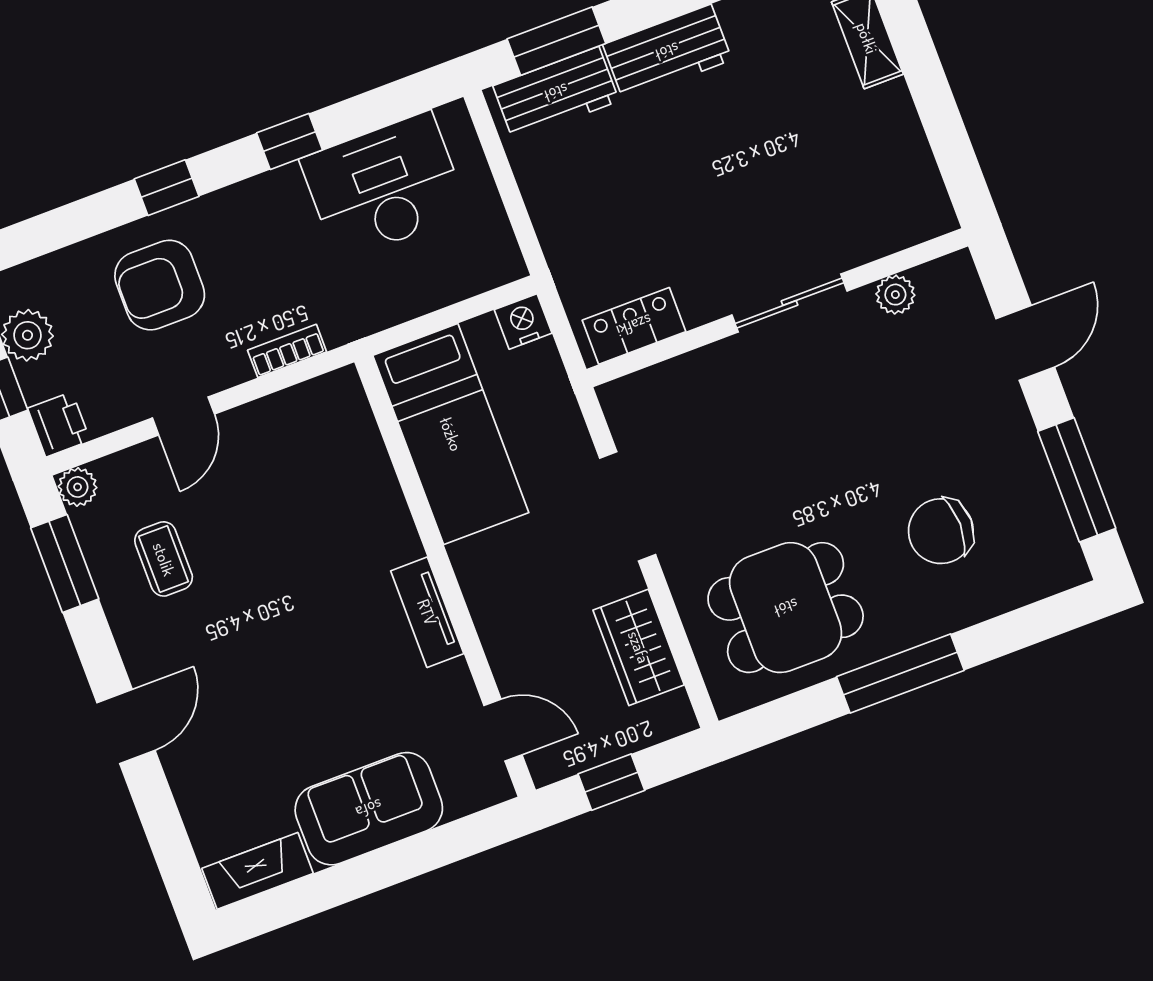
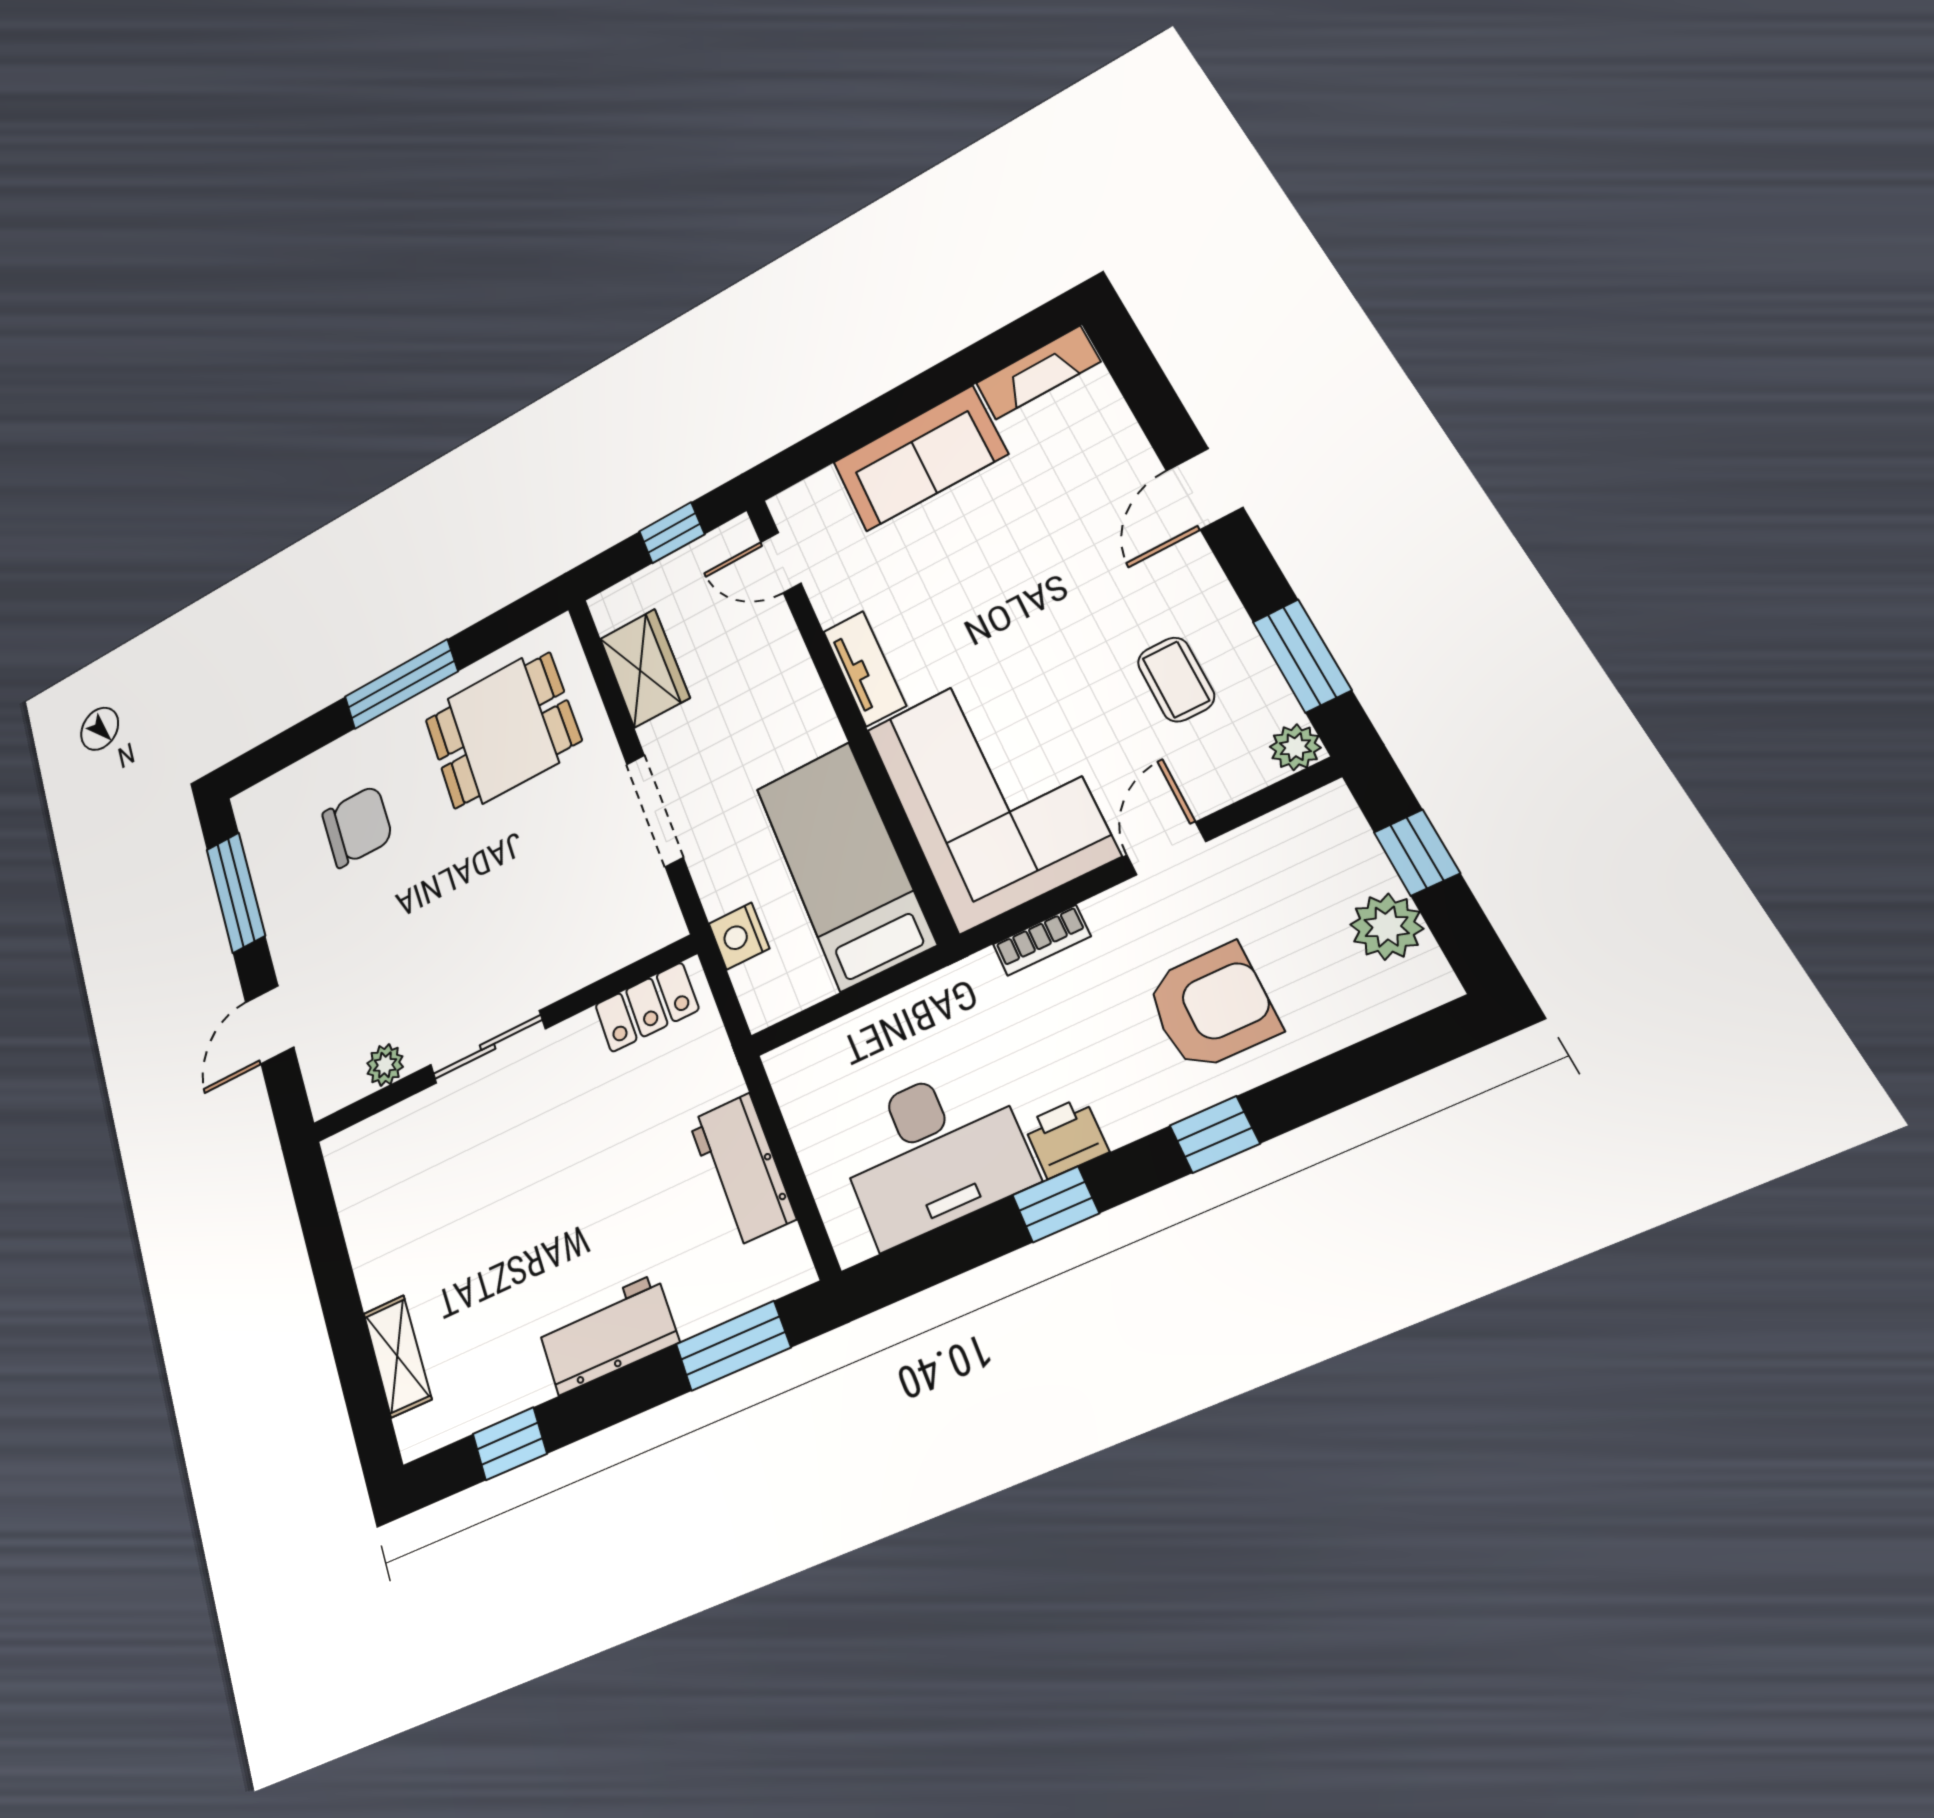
workbench: (556, 93) -> (742, 1169), moved, turned -90
nightstand: (523, 321) -> (739, 936), moved, turned 90
printer: (59, 424) -> (1066, 1137), moved, turned 90
corner sofa: (322, 483) -> (990, 791), added

